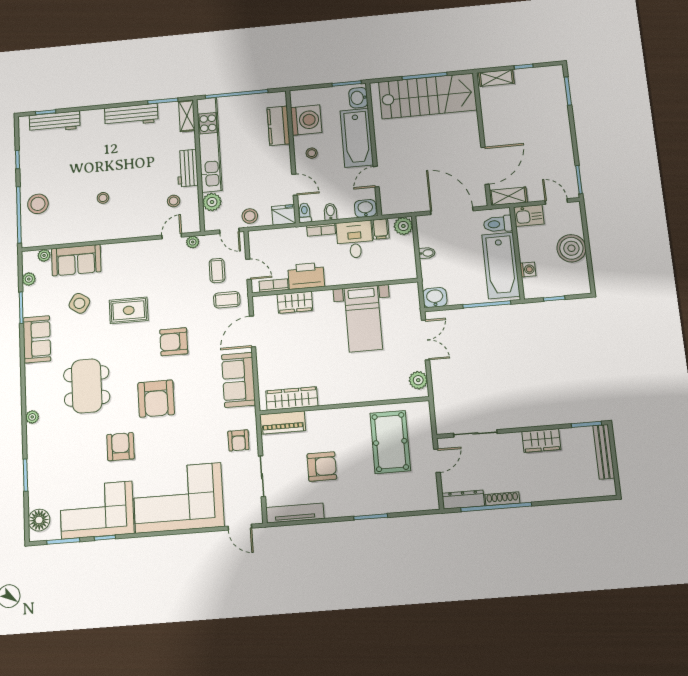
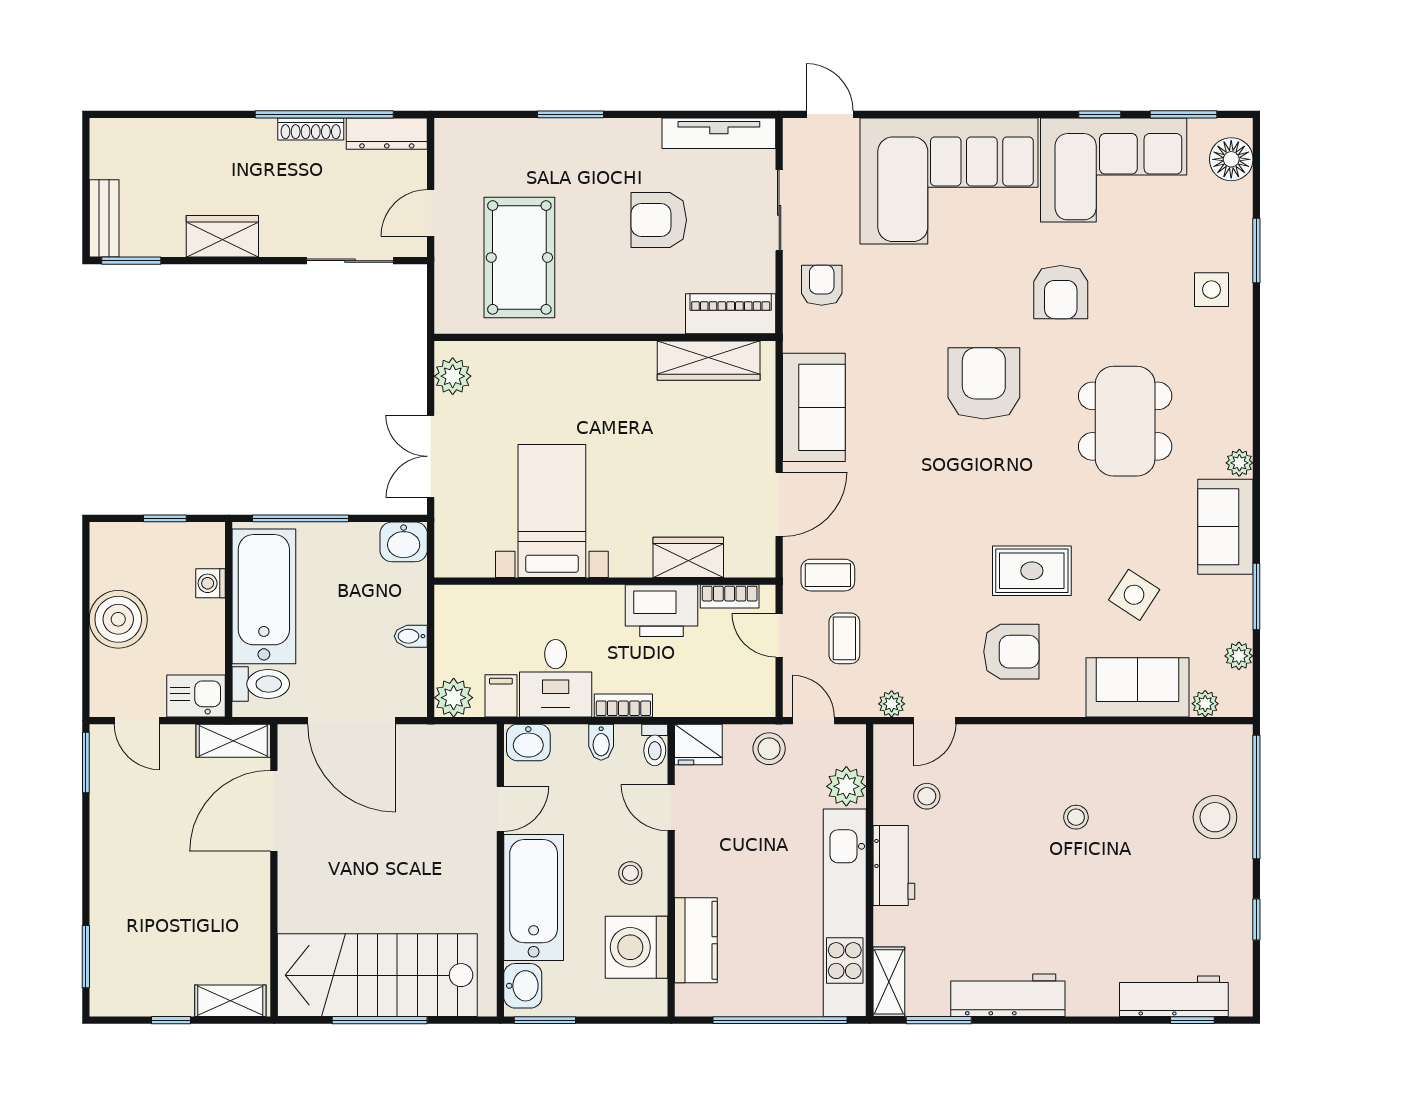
armchair: (174, 342) -> (1011, 652), moved
plant: (32, 417) -> (1239, 463), moved
bench: (604, 452) -> (104, 218), width x0.73
side table: (47, 454) -> (1211, 290), added

